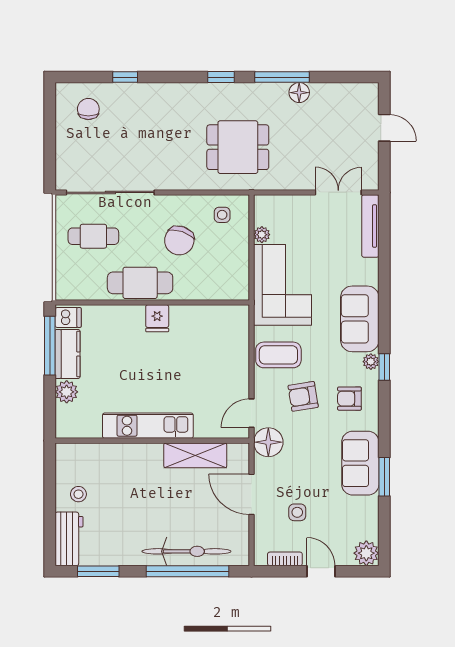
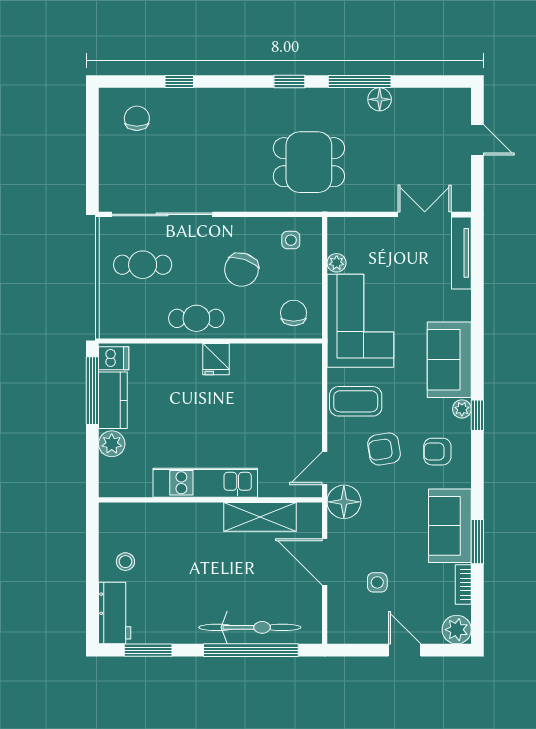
chair: (225, 278) -> (294, 313), added
cafe table: (140, 283) -> (196, 318), width x0.73, depth x0.74
bookcase: (285, 559) -> (463, 585), moved, turned -90

